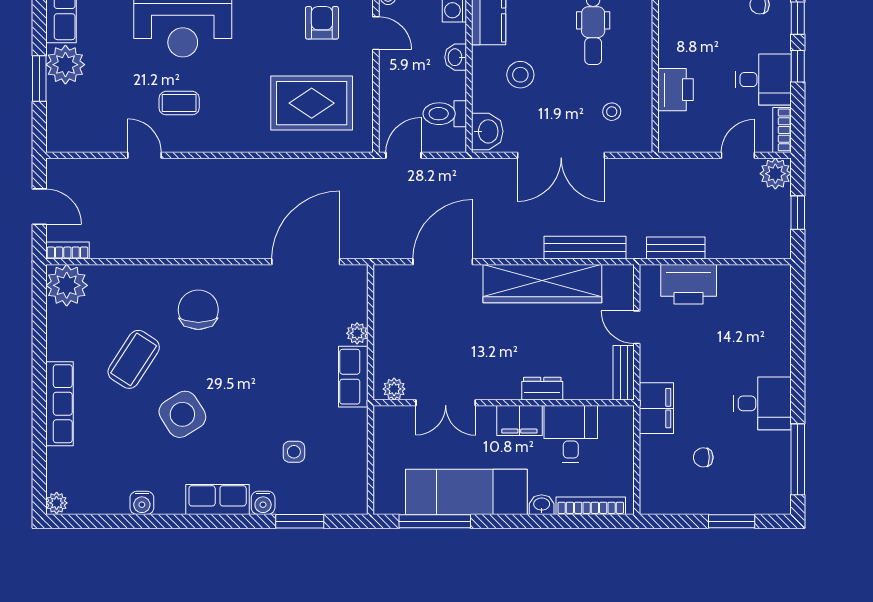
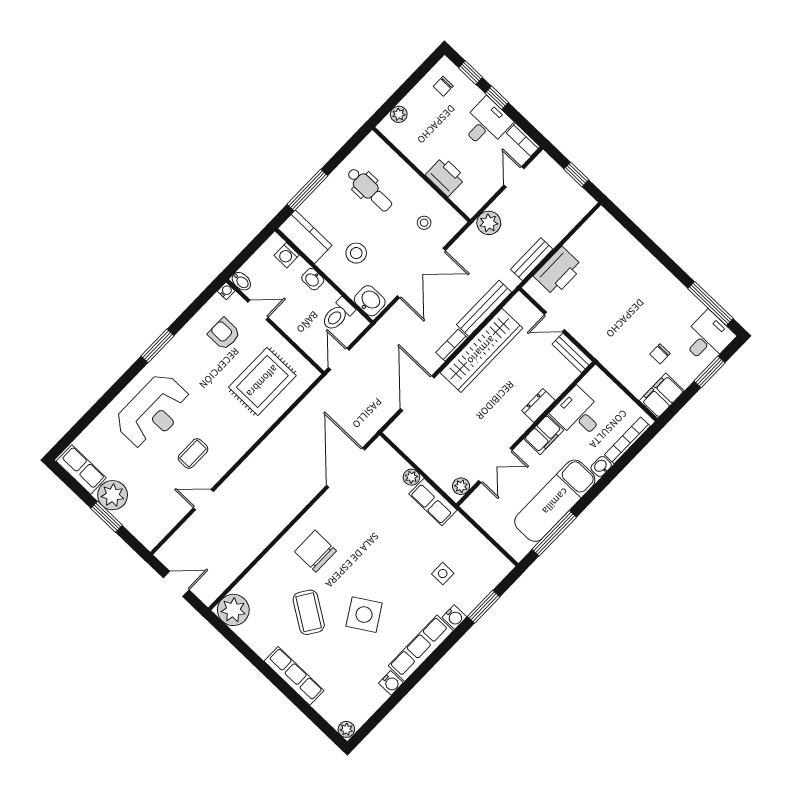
plant: (775, 174) -> (489, 223), moved
bookcase: (67, 250) -> (452, 345), moved
desk: (762, 403) -> (708, 338), moved
filing cabinet: (656, 408) -> (662, 396), moved, turned -90
row of seats: (218, 499) -> (421, 648), width x1.48

